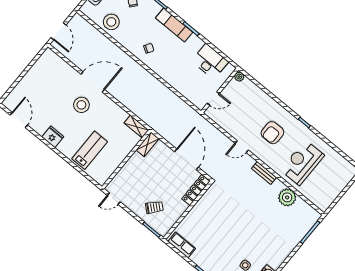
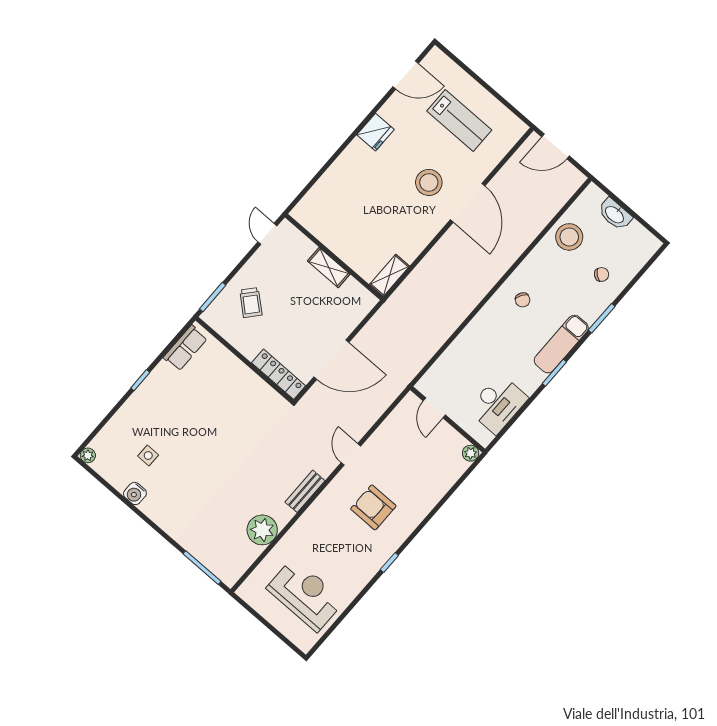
shelving: (147, 144) -> (329, 268), moved
lab bench: (90, 150) -> (459, 121), moved
reception desk: (302, 163) -> (305, 595), moved

